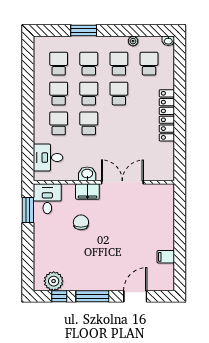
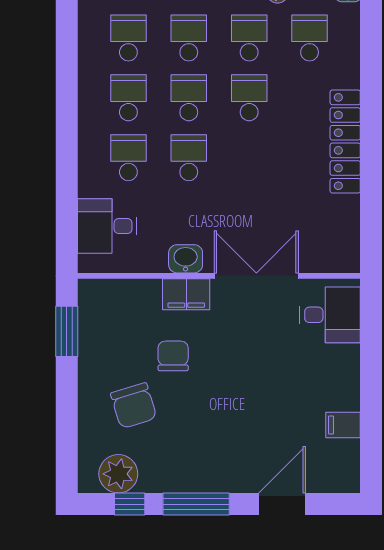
desk: (47, 199) -> (330, 315), moved, turned 90
chair: (61, 247) -> (134, 406), added

